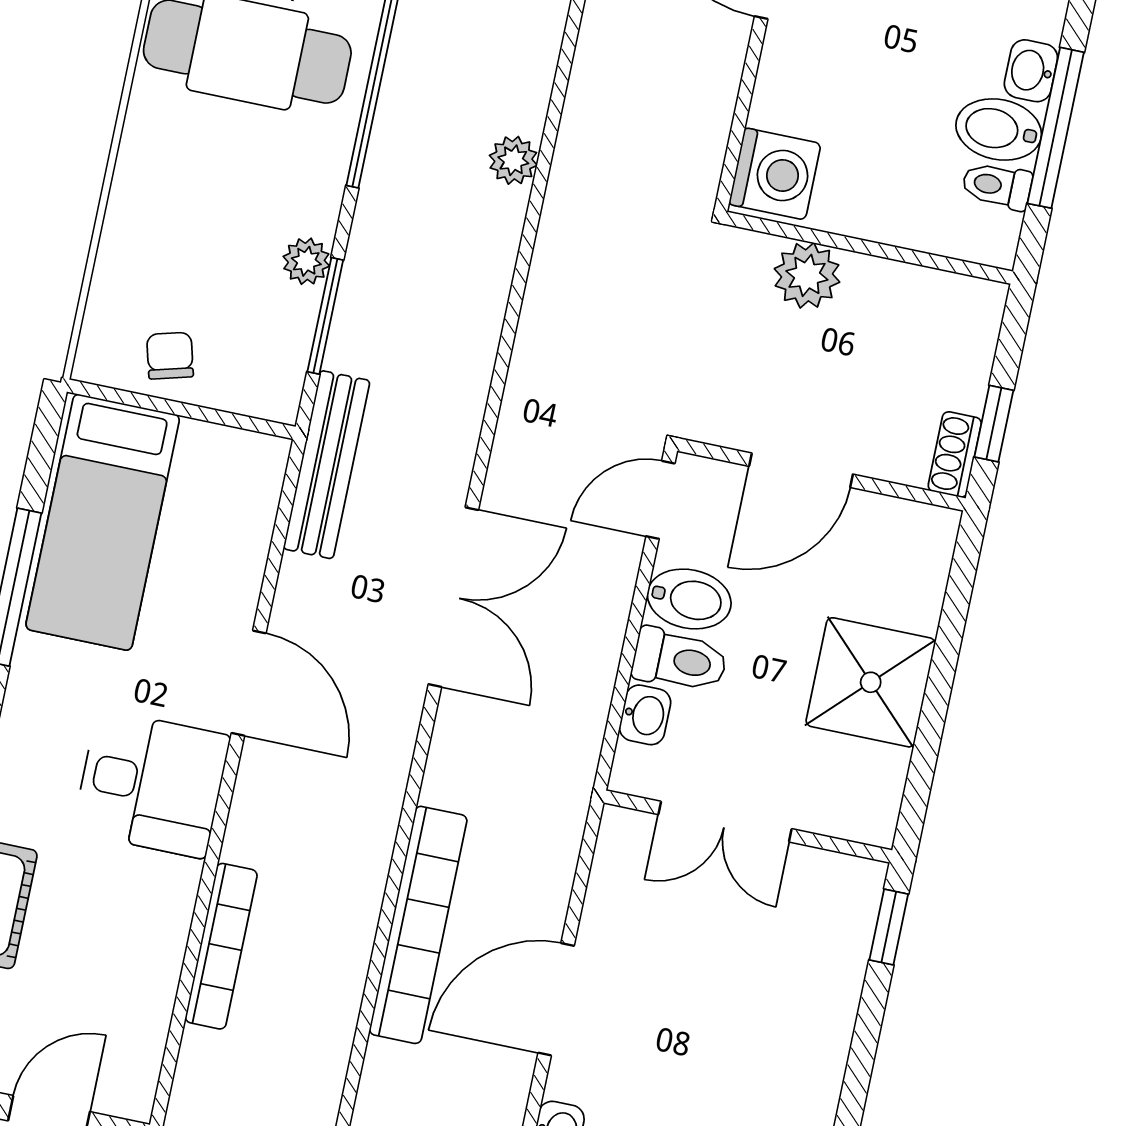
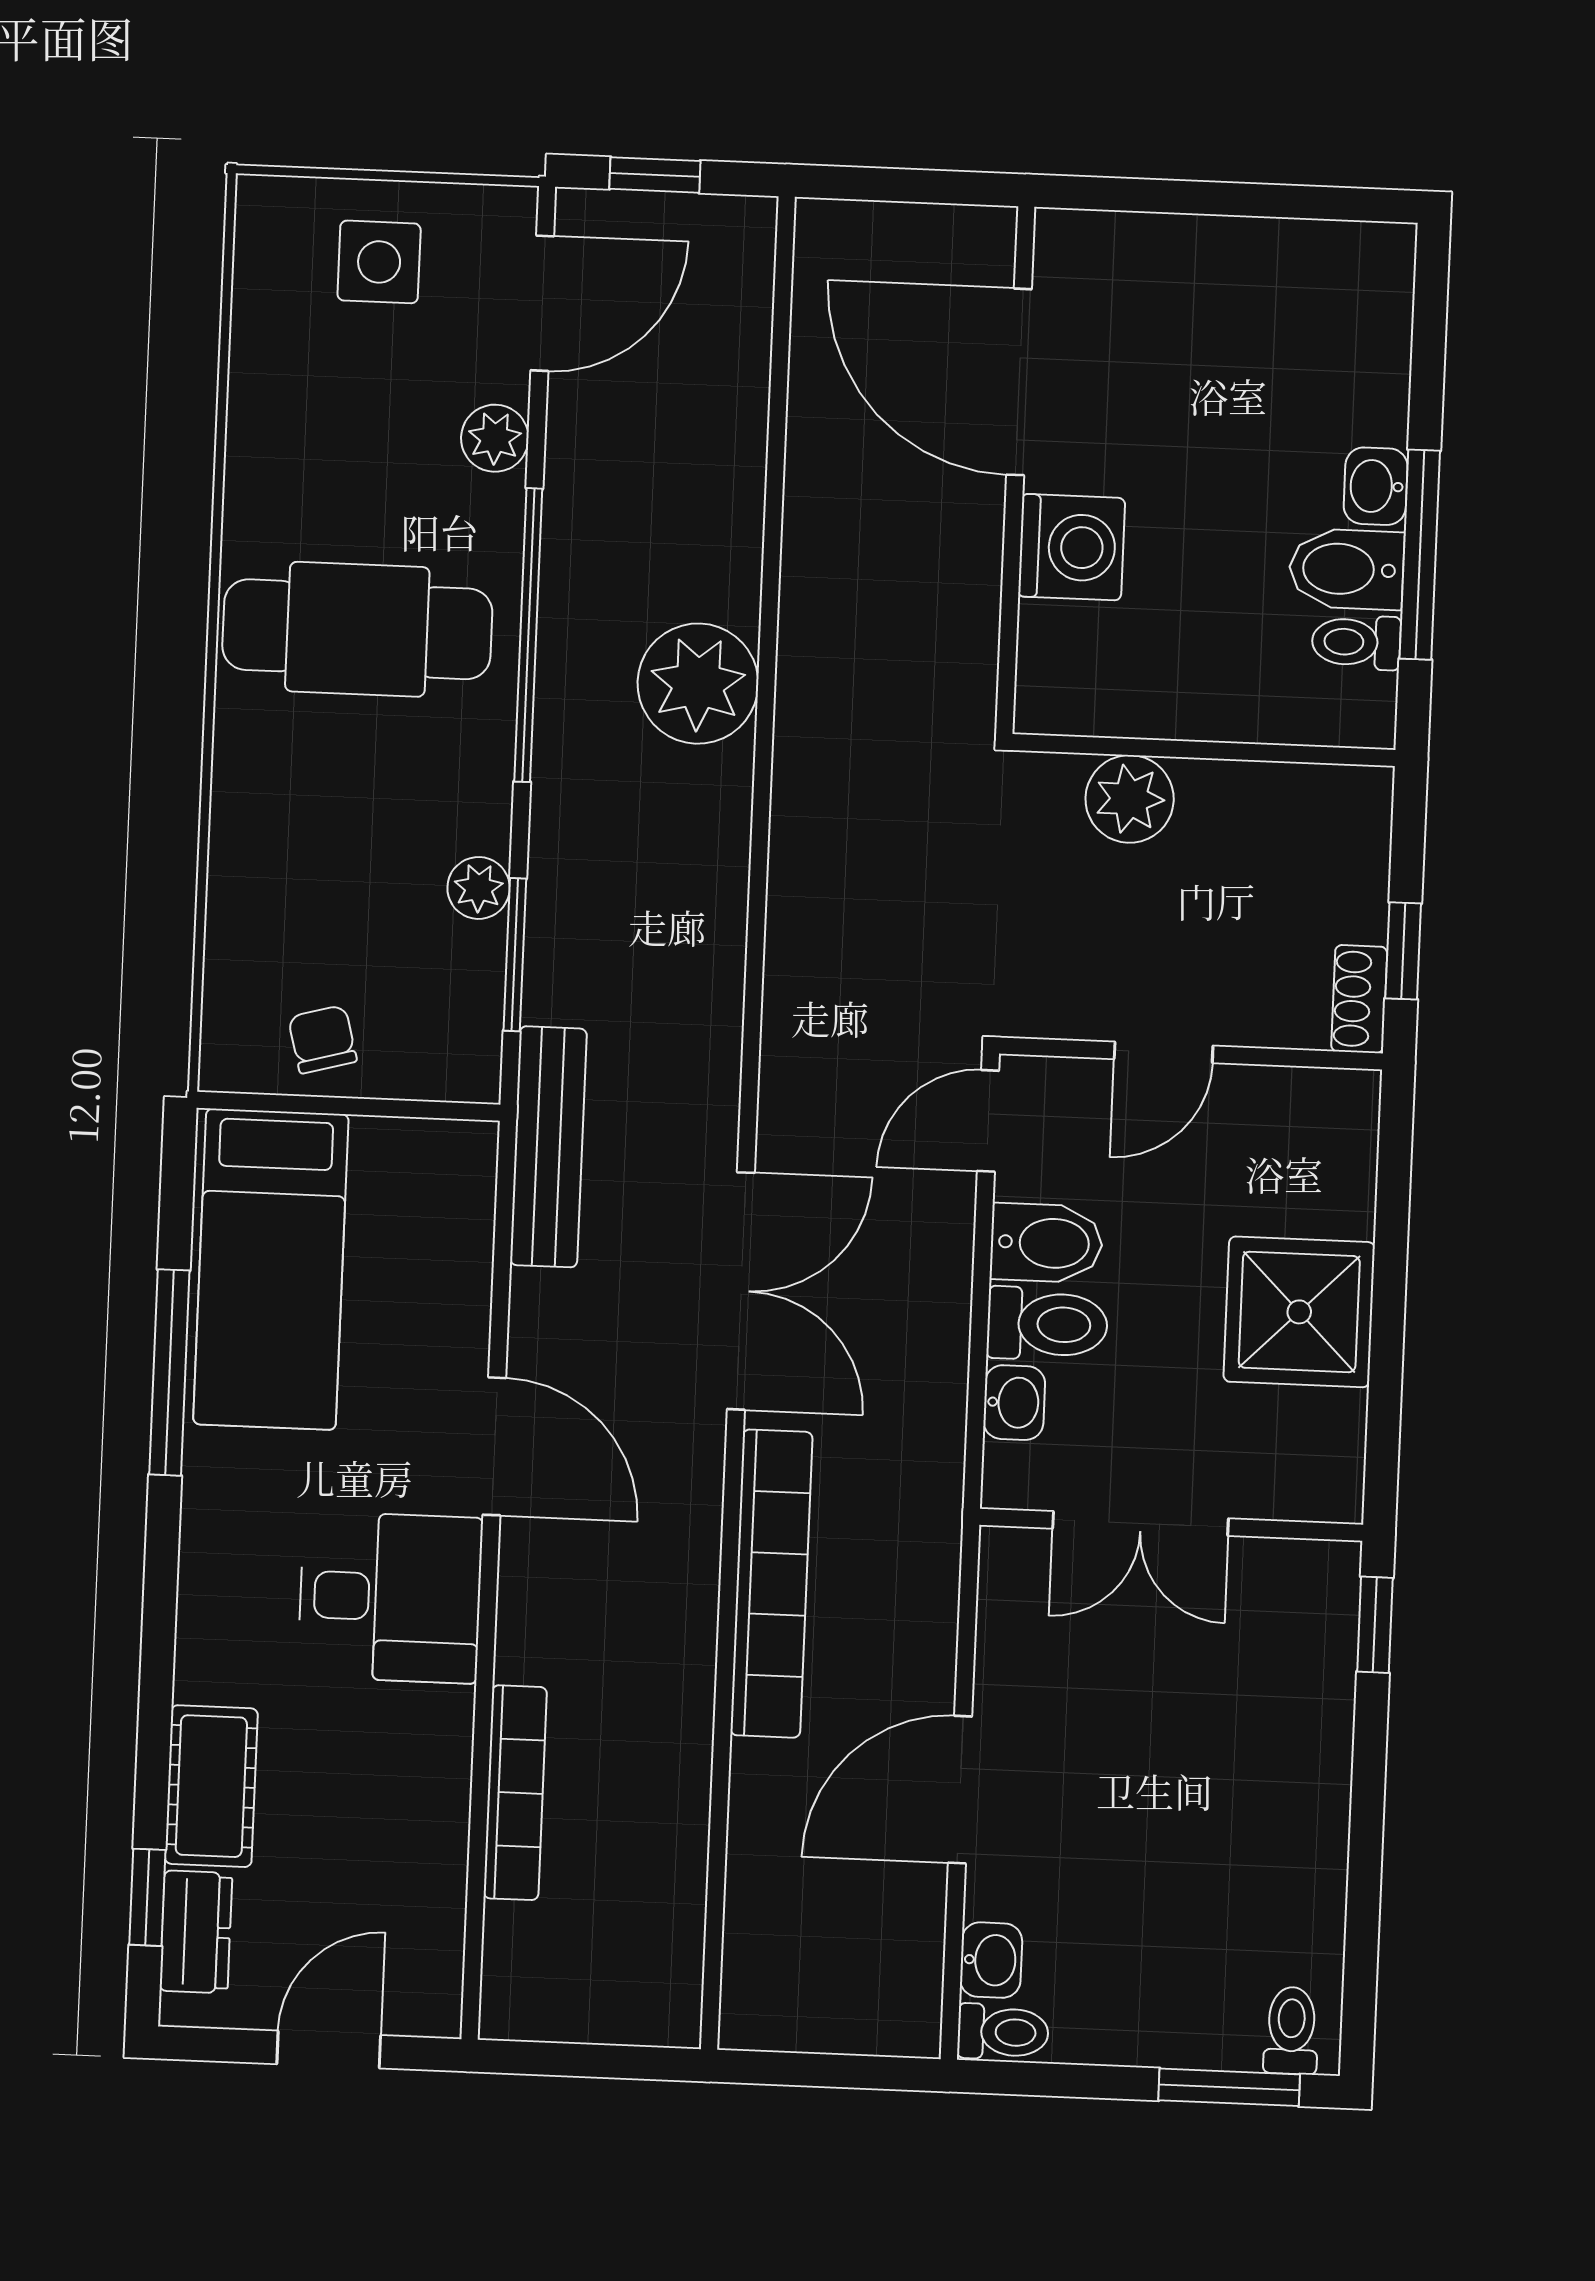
plant: (513, 160) -> (698, 684), width x1.87, depth x1.87
washing machine: (775, 174) -> (1072, 547), moved
door: (801, 470) -> (1164, 1052), width x0.73
bookcase: (418, 925) -> (771, 1584), moved

